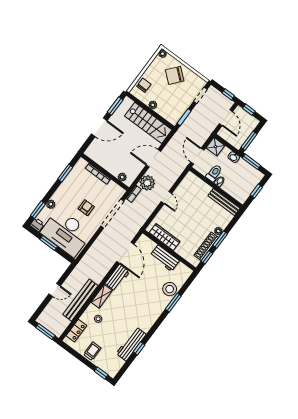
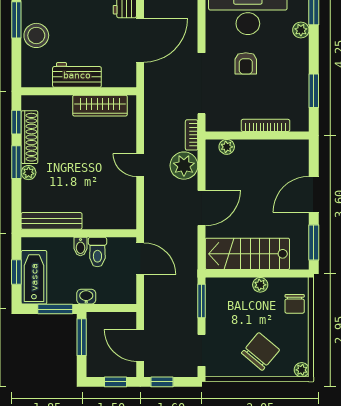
shower: (215, 147) -> (124, 292), removed
bathtub: (250, 183) -> (34, 277), added
door: (125, 253) -> (140, 40), swing flipped

